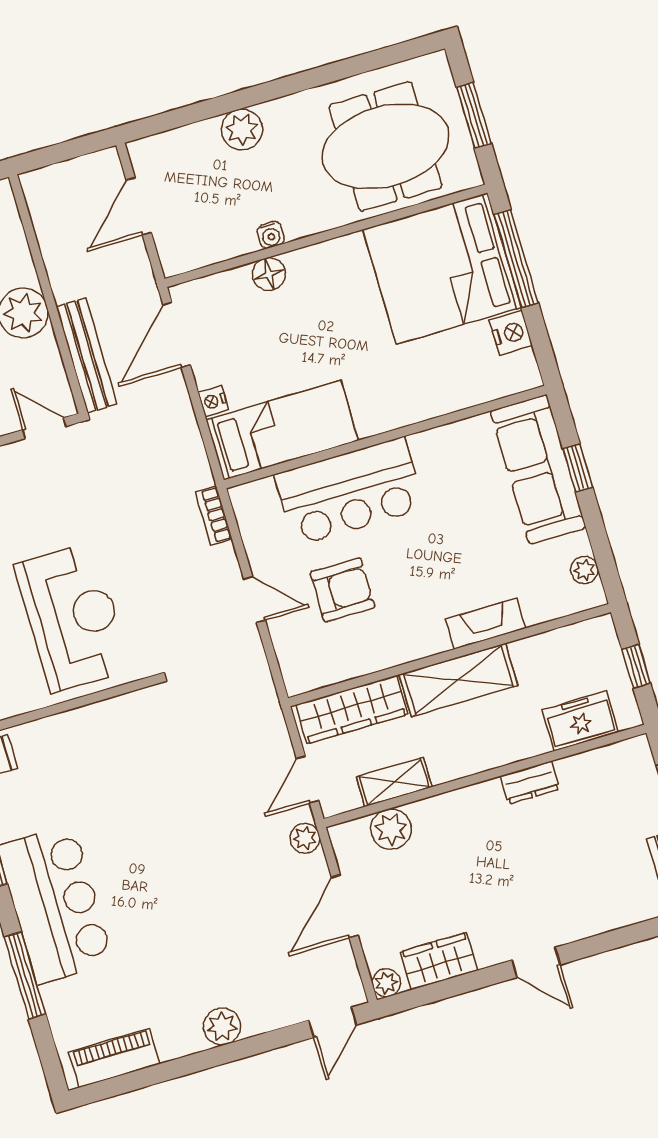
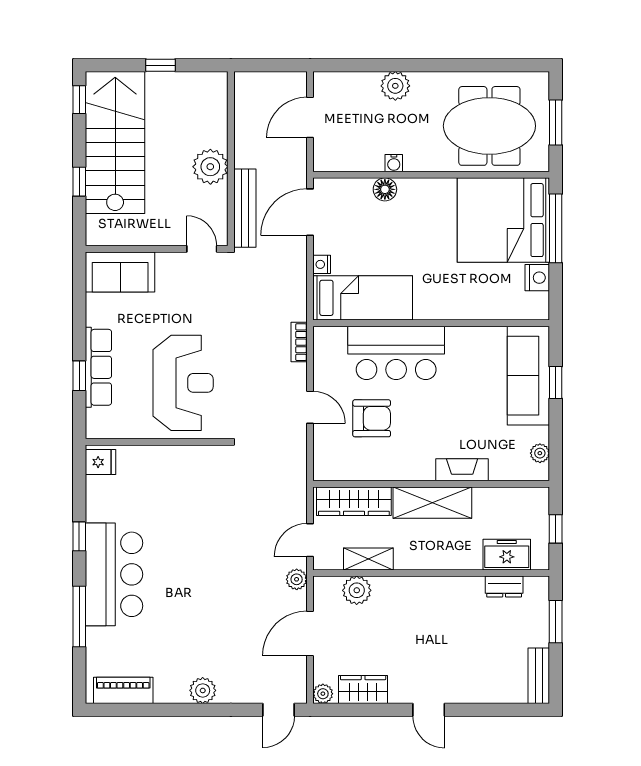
dresser: (530, 783) -> (504, 587), moved

